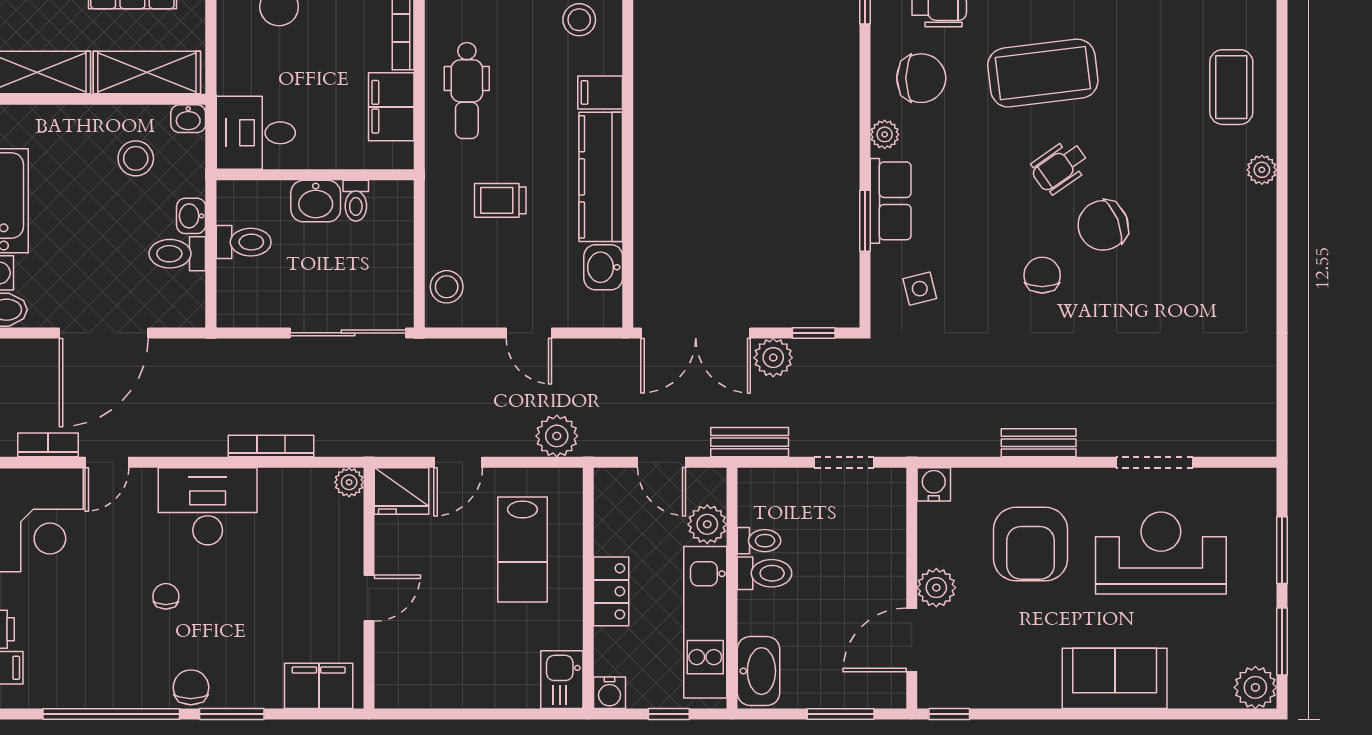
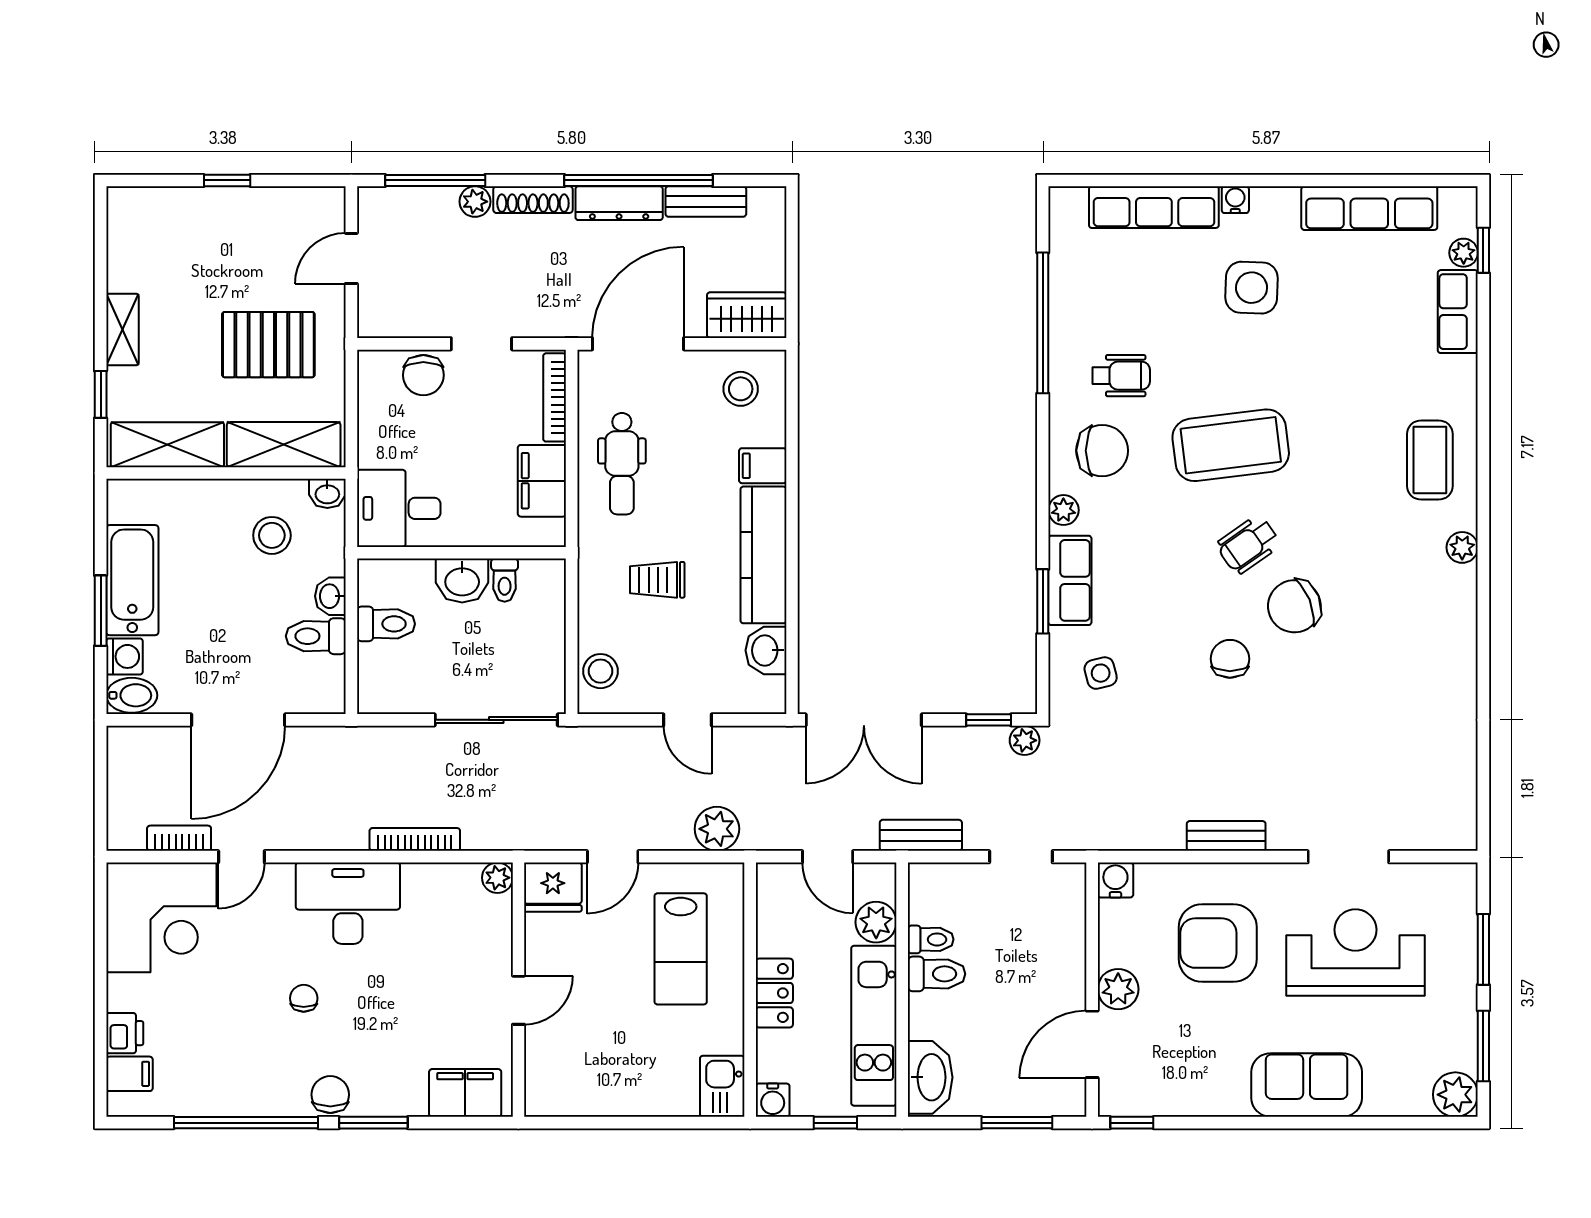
plant: (773, 358) -> (1025, 740), moved, width x0.73, depth x0.73
armchair: (1031, 544) -> (1218, 943), turned 90

